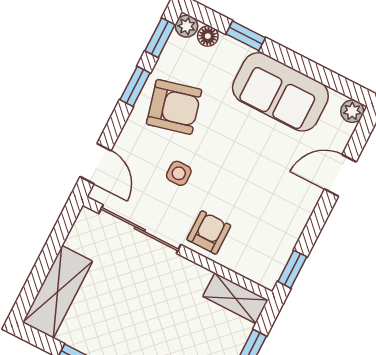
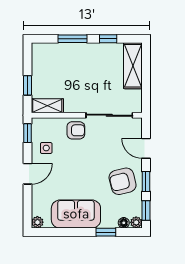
door: (96, 164) -> (146, 148), moved
side table: (179, 173) -> (46, 148), moved
door: (340, 175) -> (28, 174), moved
armchair: (209, 232) -> (76, 130), turned -90

